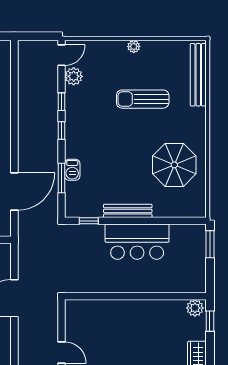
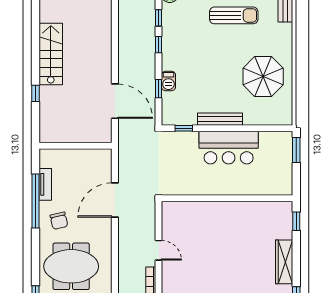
sun lounger: (143, 99) -> (234, 15), turned 180
window: (62, 178) -> (159, 89), width x0.67
door: (14, 192) -> (115, 101), hinge flipped
plant: (195, 308) -> (282, 209), removed

